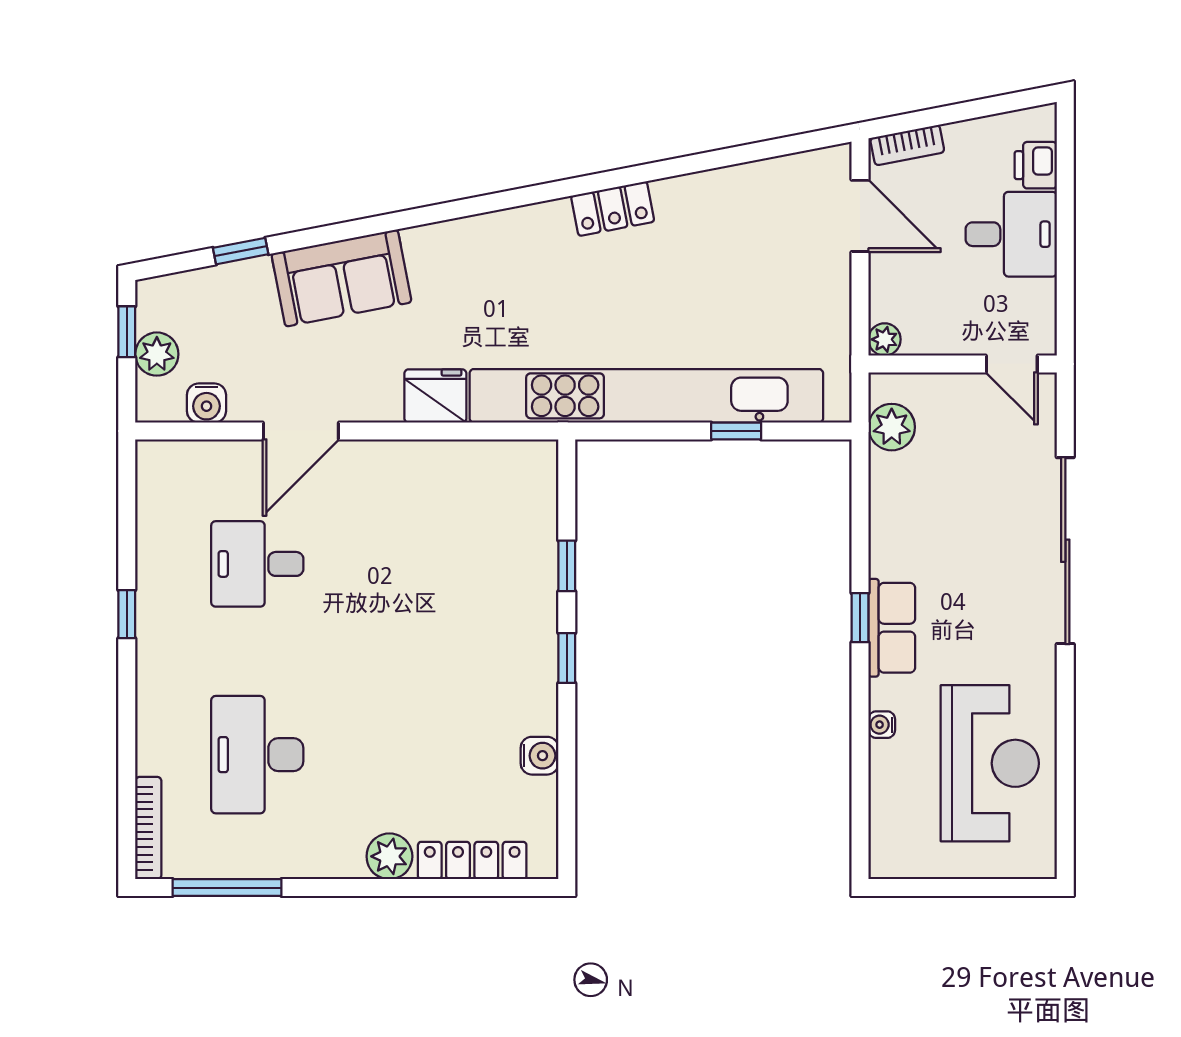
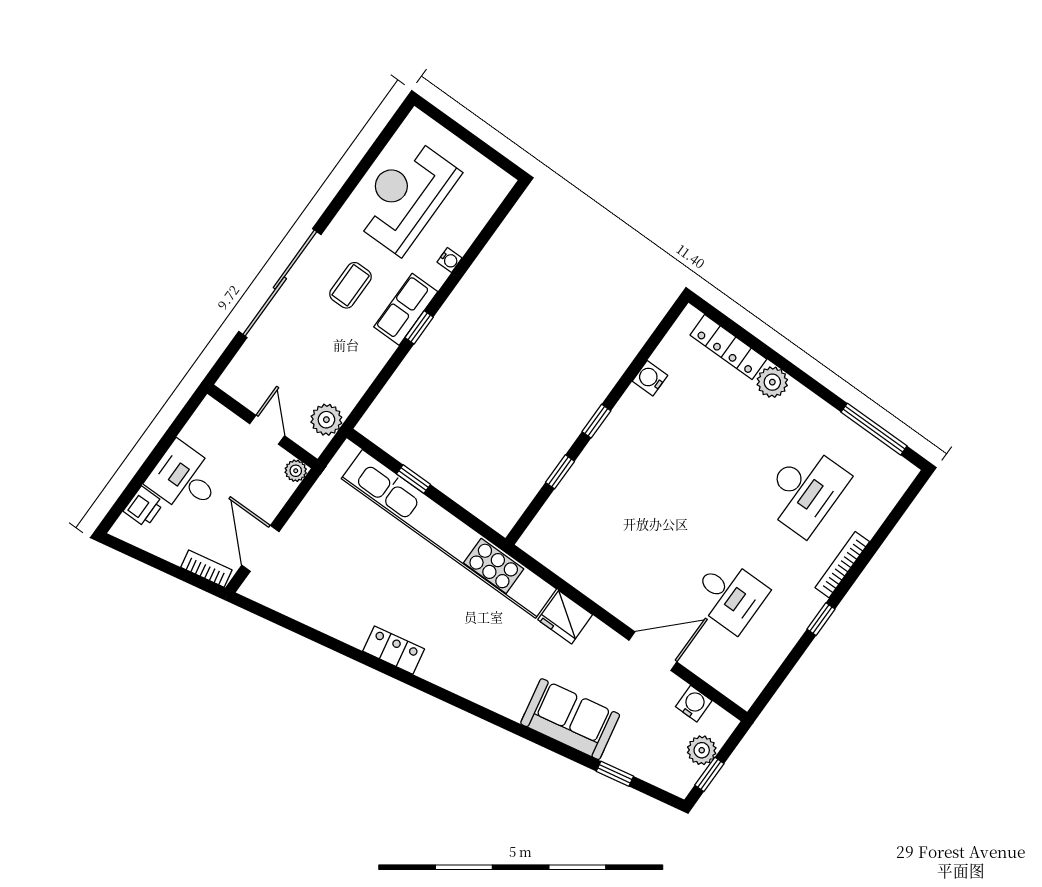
door: (1012, 364) -> (267, 430), moved
coffee table: (979, 609) -> (351, 285), added
bookcase: (148, 828) -> (842, 565), moved

